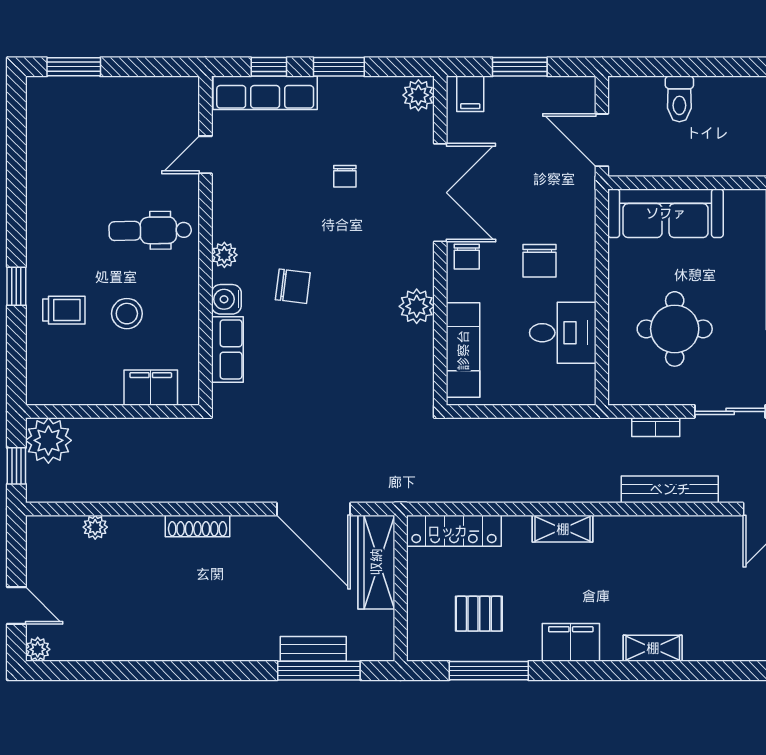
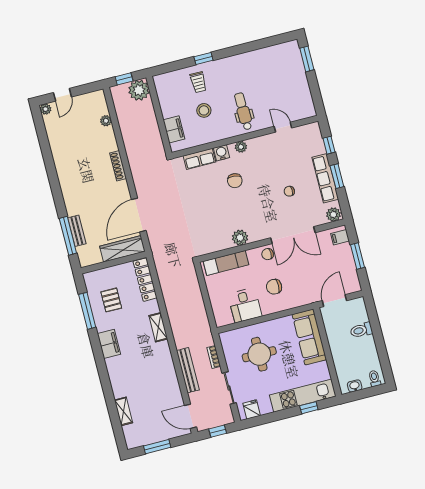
row of seats: (265, 93) -> (325, 178), moved
shelving: (653, 648) -> (124, 411), moved

